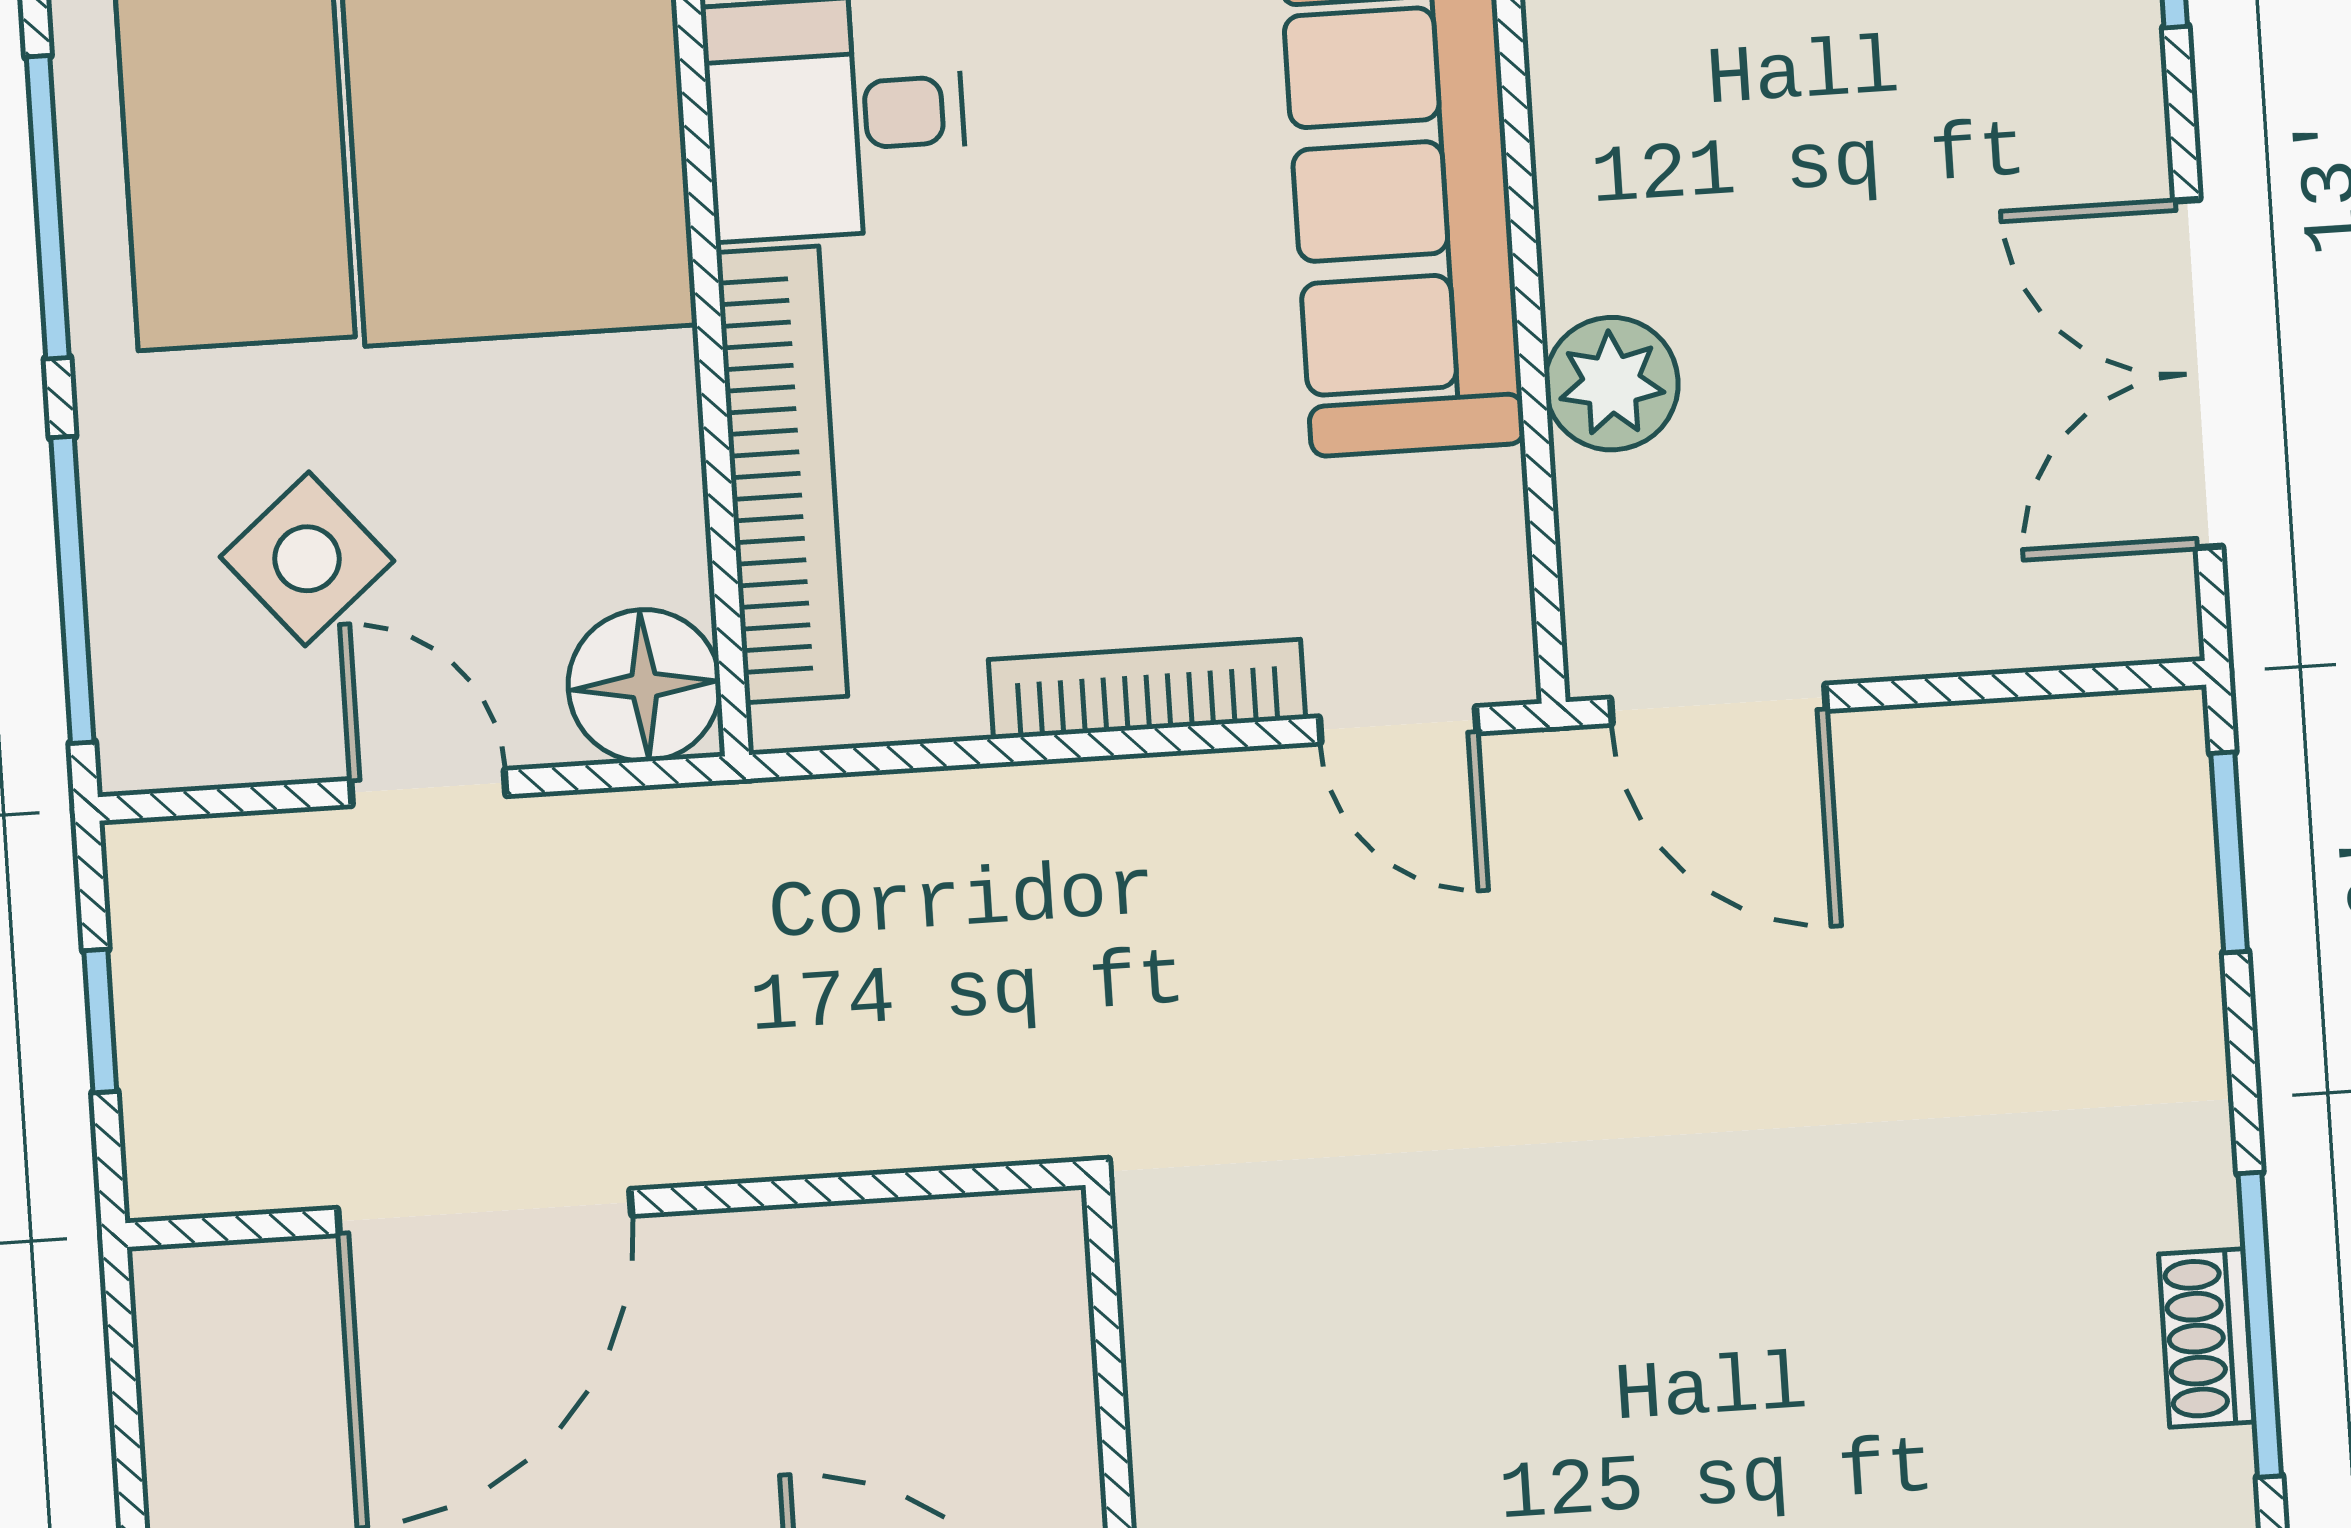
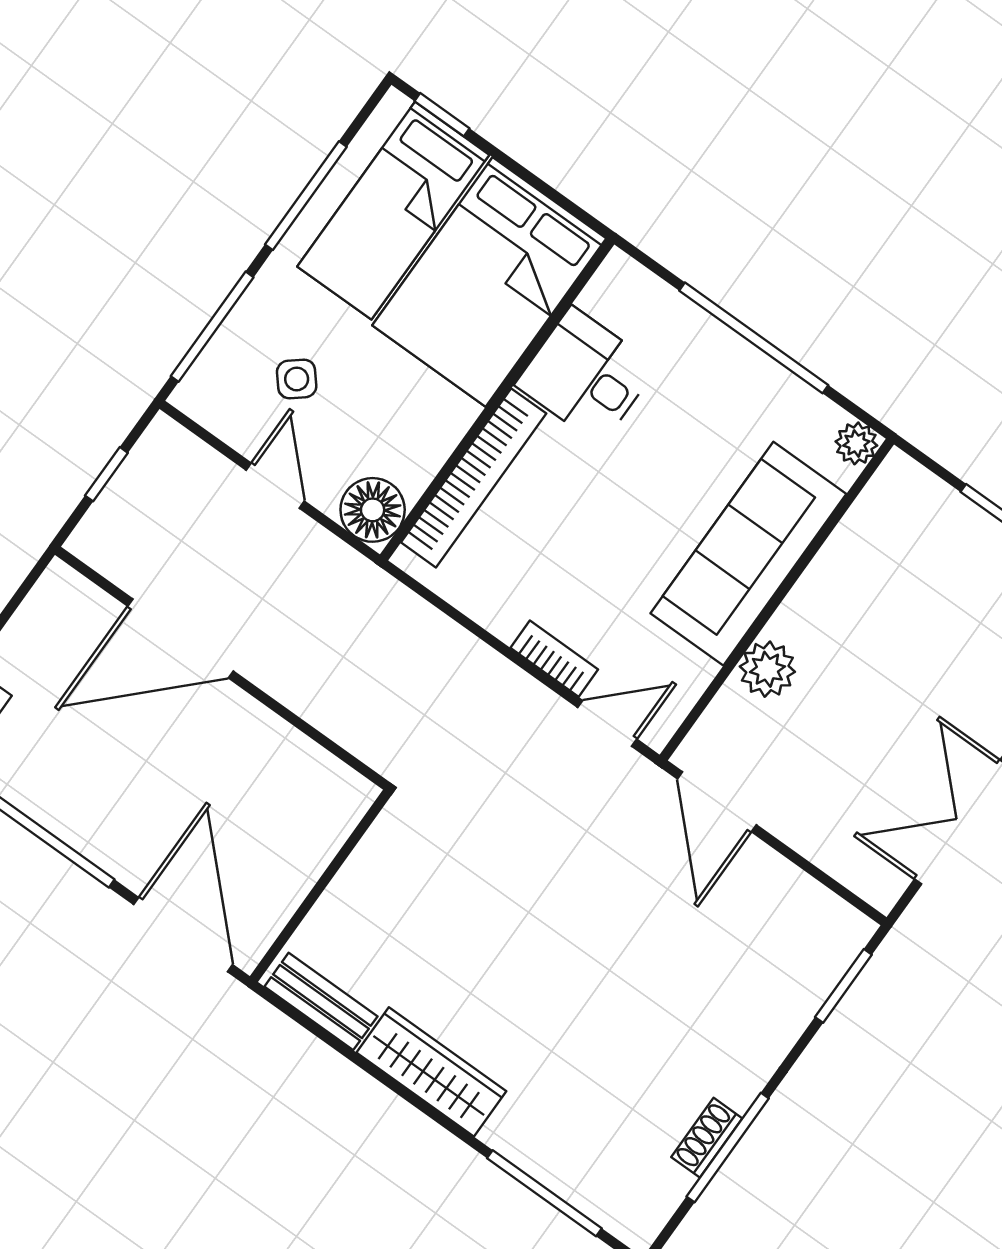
side table: (307, 559) -> (297, 379), width x0.73, depth x0.73
bookcase: (1147, 689) -> (554, 659), width x0.64
door: (1398, 725) -> (607, 723), swing flipped

